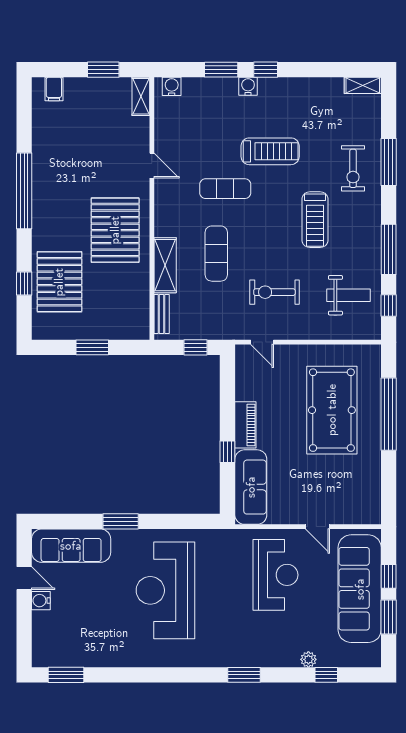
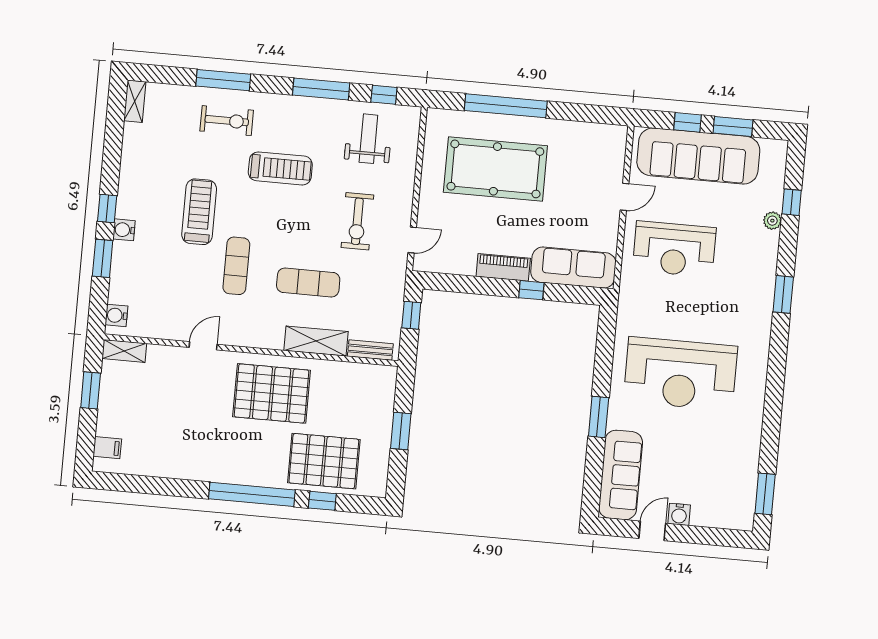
window: (24, 191) -> (252, 494), moved
reception desk: (275, 575) -> (674, 249), turned 180

